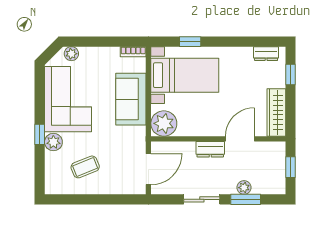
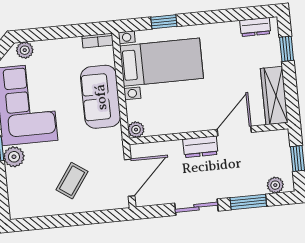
plant: (164, 123) -> (136, 130), width x0.53, depth x0.53
coffee table: (85, 167) -> (72, 181), moved, turned -33
plant: (244, 188) -> (275, 185), moved

